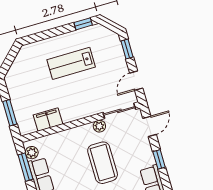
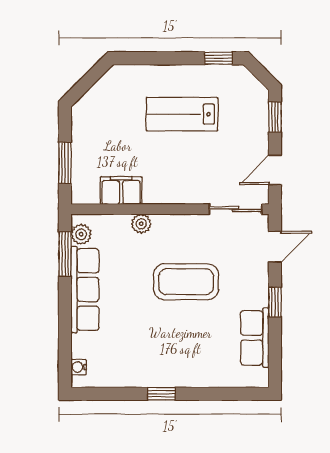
plant: (99, 126) -> (141, 224), moved
coffee table: (103, 163) -> (186, 282), turned 90

